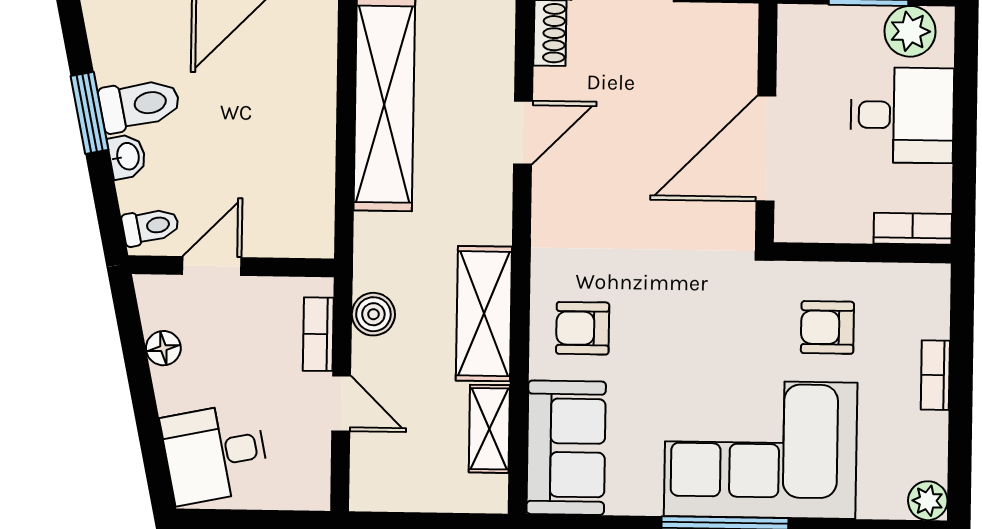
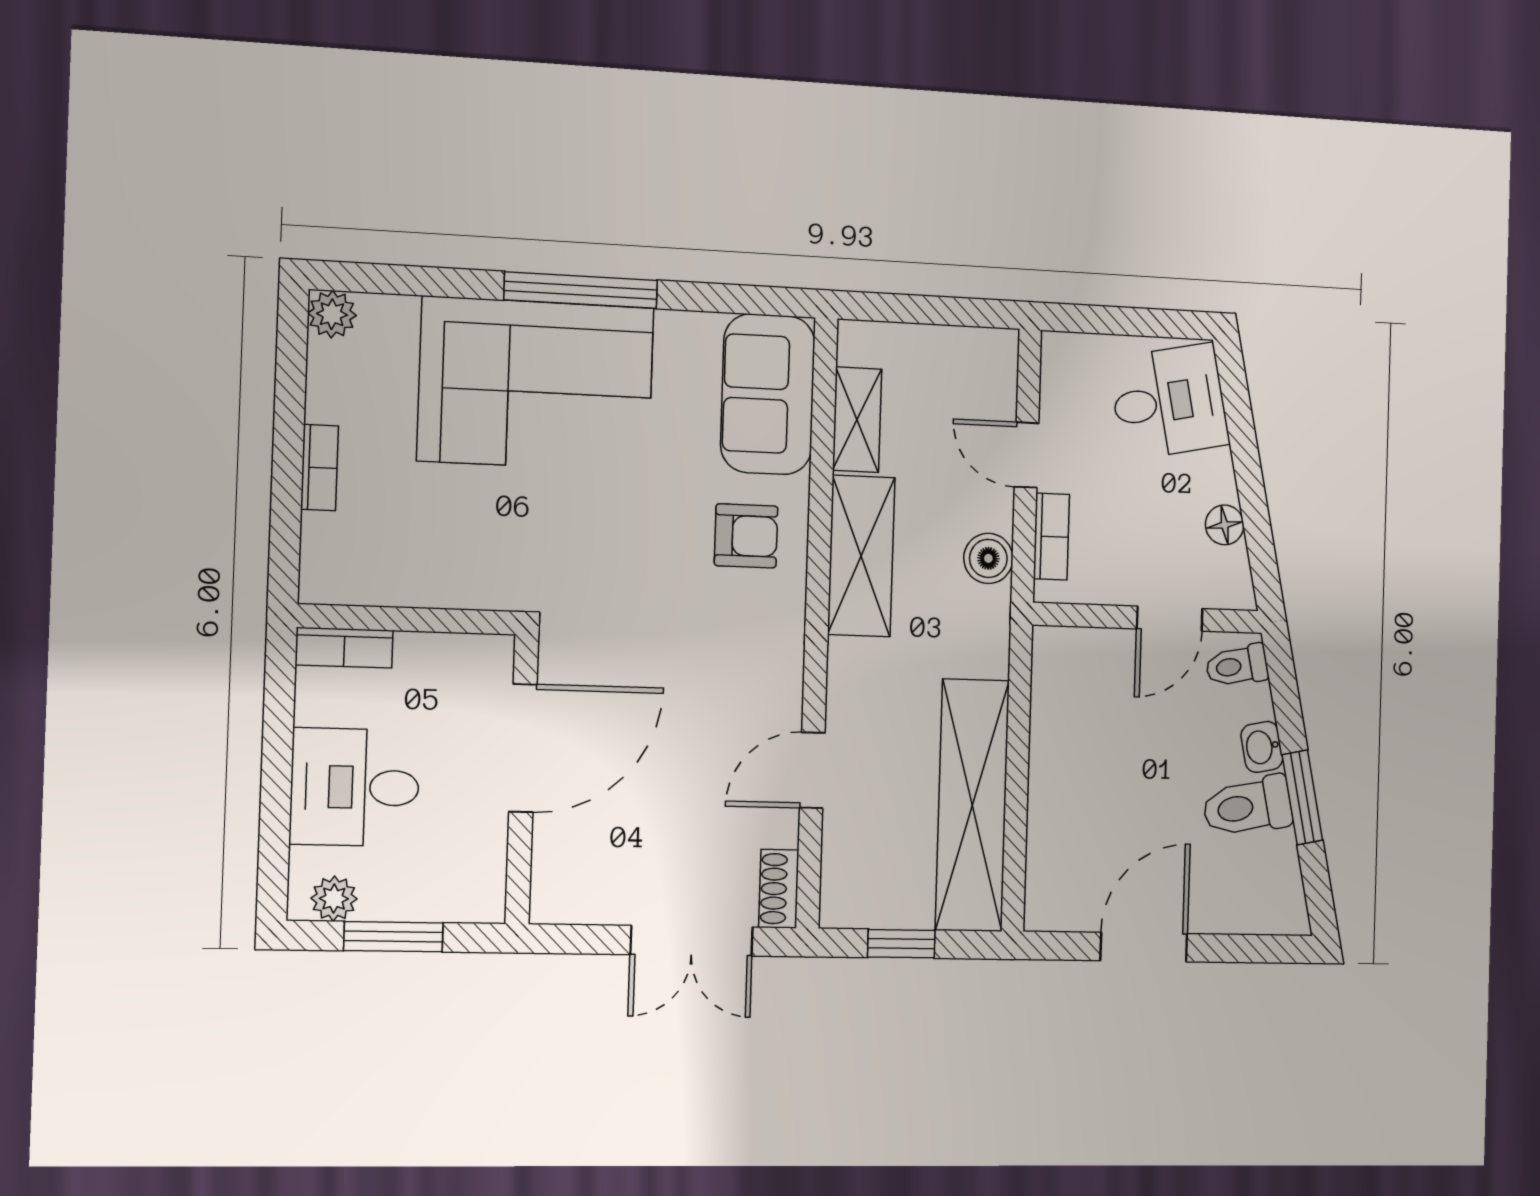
plant: (910, 31) -> (334, 899), width x0.73, depth x0.73
armchair: (827, 327) -> (452, 529), removed

